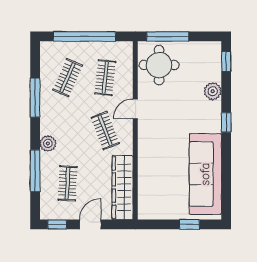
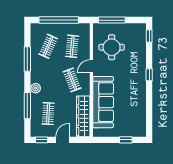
round table: (159, 65) -> (112, 47), moved
plant: (213, 91) -> (141, 55), removed
sofa: (205, 174) -> (103, 102), moved, turned 180

